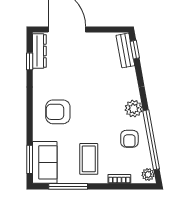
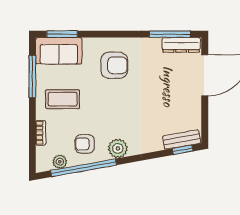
window: (30, 61) -> (170, 34), width x2.17
armchair: (58, 112) -> (114, 65), turned 90
plant: (148, 174) -> (60, 162), moved

